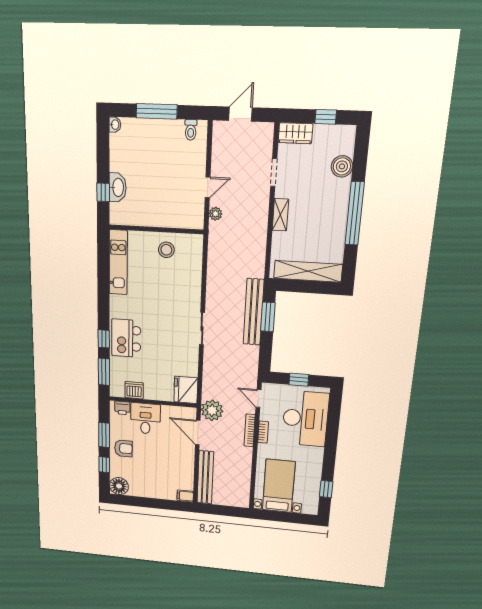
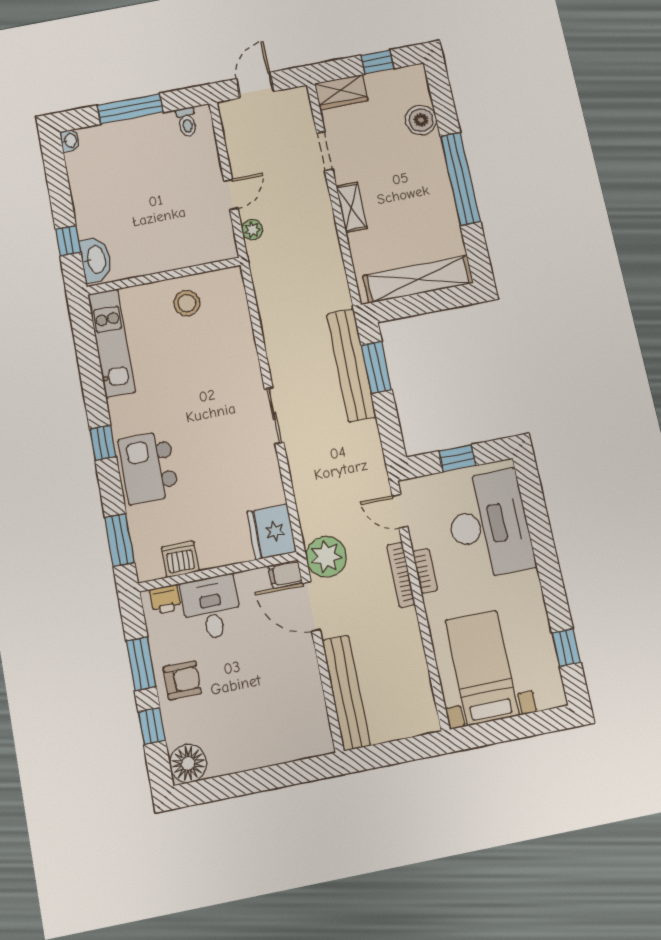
washbasin: (118, 187) -> (96, 260), moved
window: (104, 339) -> (103, 443), moved
filing cabinet: (185, 496) -> (285, 574), moved

